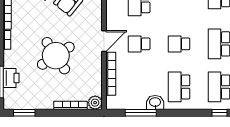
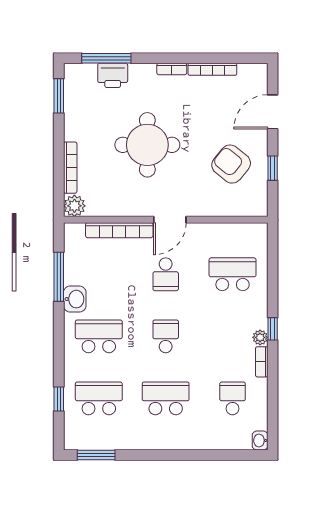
door: (104, 41) -> (170, 220), hinge flipped
school desk: (139, 44) -> (166, 274), turned 180
round table: (56, 56) -> (147, 145), turned 33

